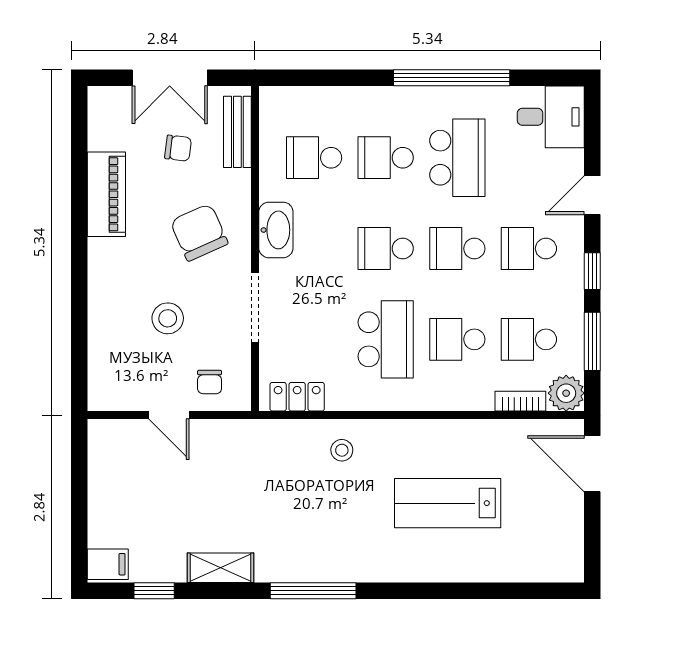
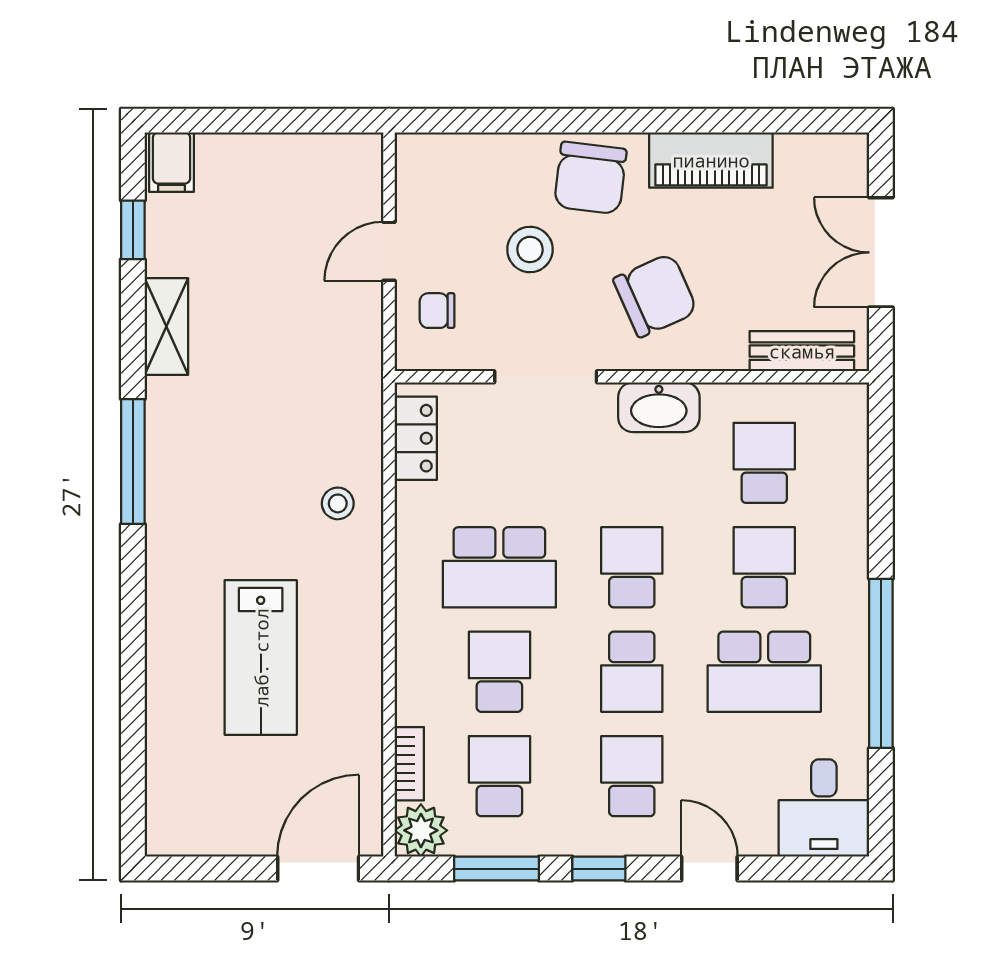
chair: (178, 148) -> (590, 178), moved, width x1.87, depth x1.87
school desk: (457, 249) -> (632, 672), turned 180
lab bench: (448, 503) -> (261, 658), turned 180

